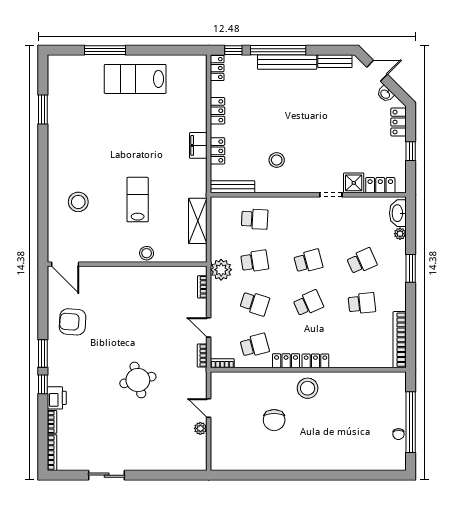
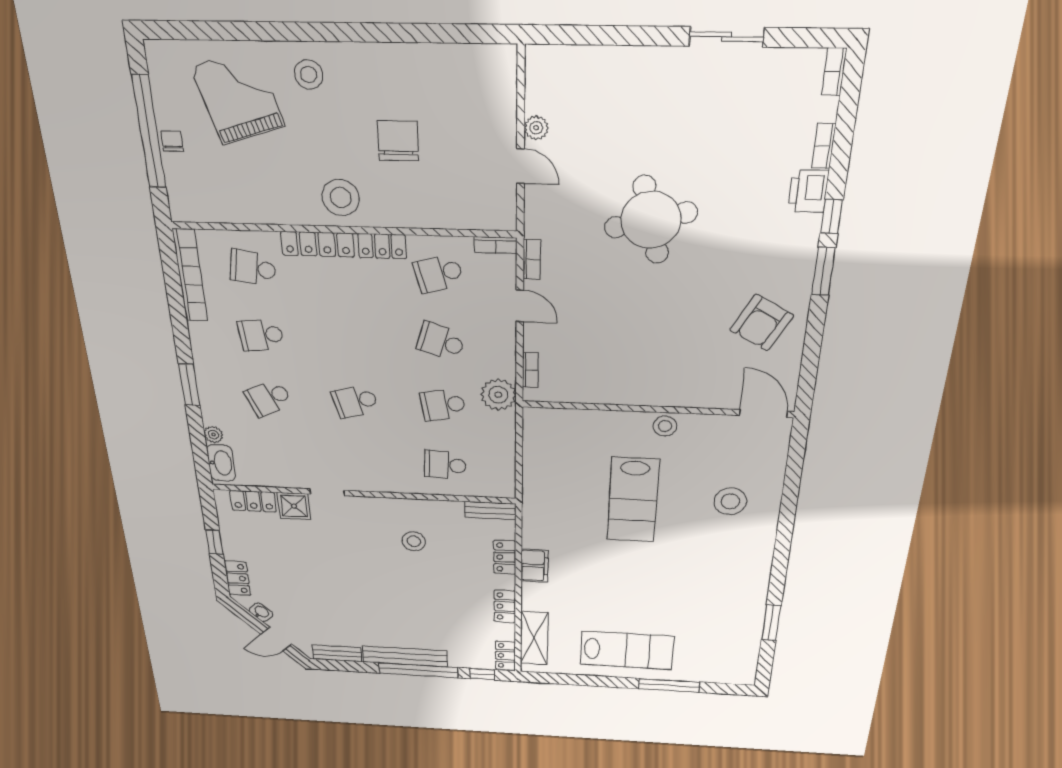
bench: (233, 187) -> (490, 510), width x0.73
lab bench: (138, 200) -> (633, 500), width x1.36, depth x1.39
shelving: (198, 221) -> (534, 638), moved
stool: (147, 253) -> (665, 426), moved
school desk: (308, 303) -> (253, 268), moved, turned 33
armchair: (73, 322) -> (762, 323), turned 115
locker: (315, 361) -> (317, 244), width x1.53
round table: (138, 380) -> (651, 220), width x1.36, depth x1.36
chair: (398, 434) -> (172, 141), moved
grand piano: (359, 442) -> (238, 97), added
bookcase: (52, 453) -> (834, 72), width x0.64
stool: (320, 454) -> (309, 75), added

